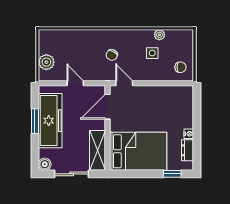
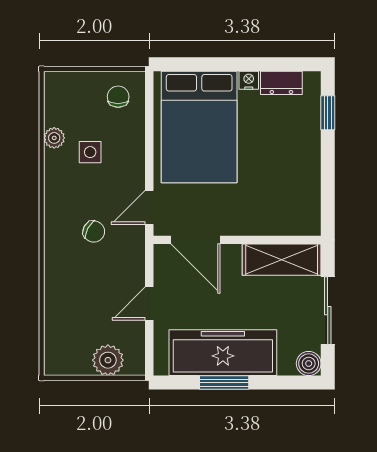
bed: (138, 151) -> (199, 127), moved, turned 180

